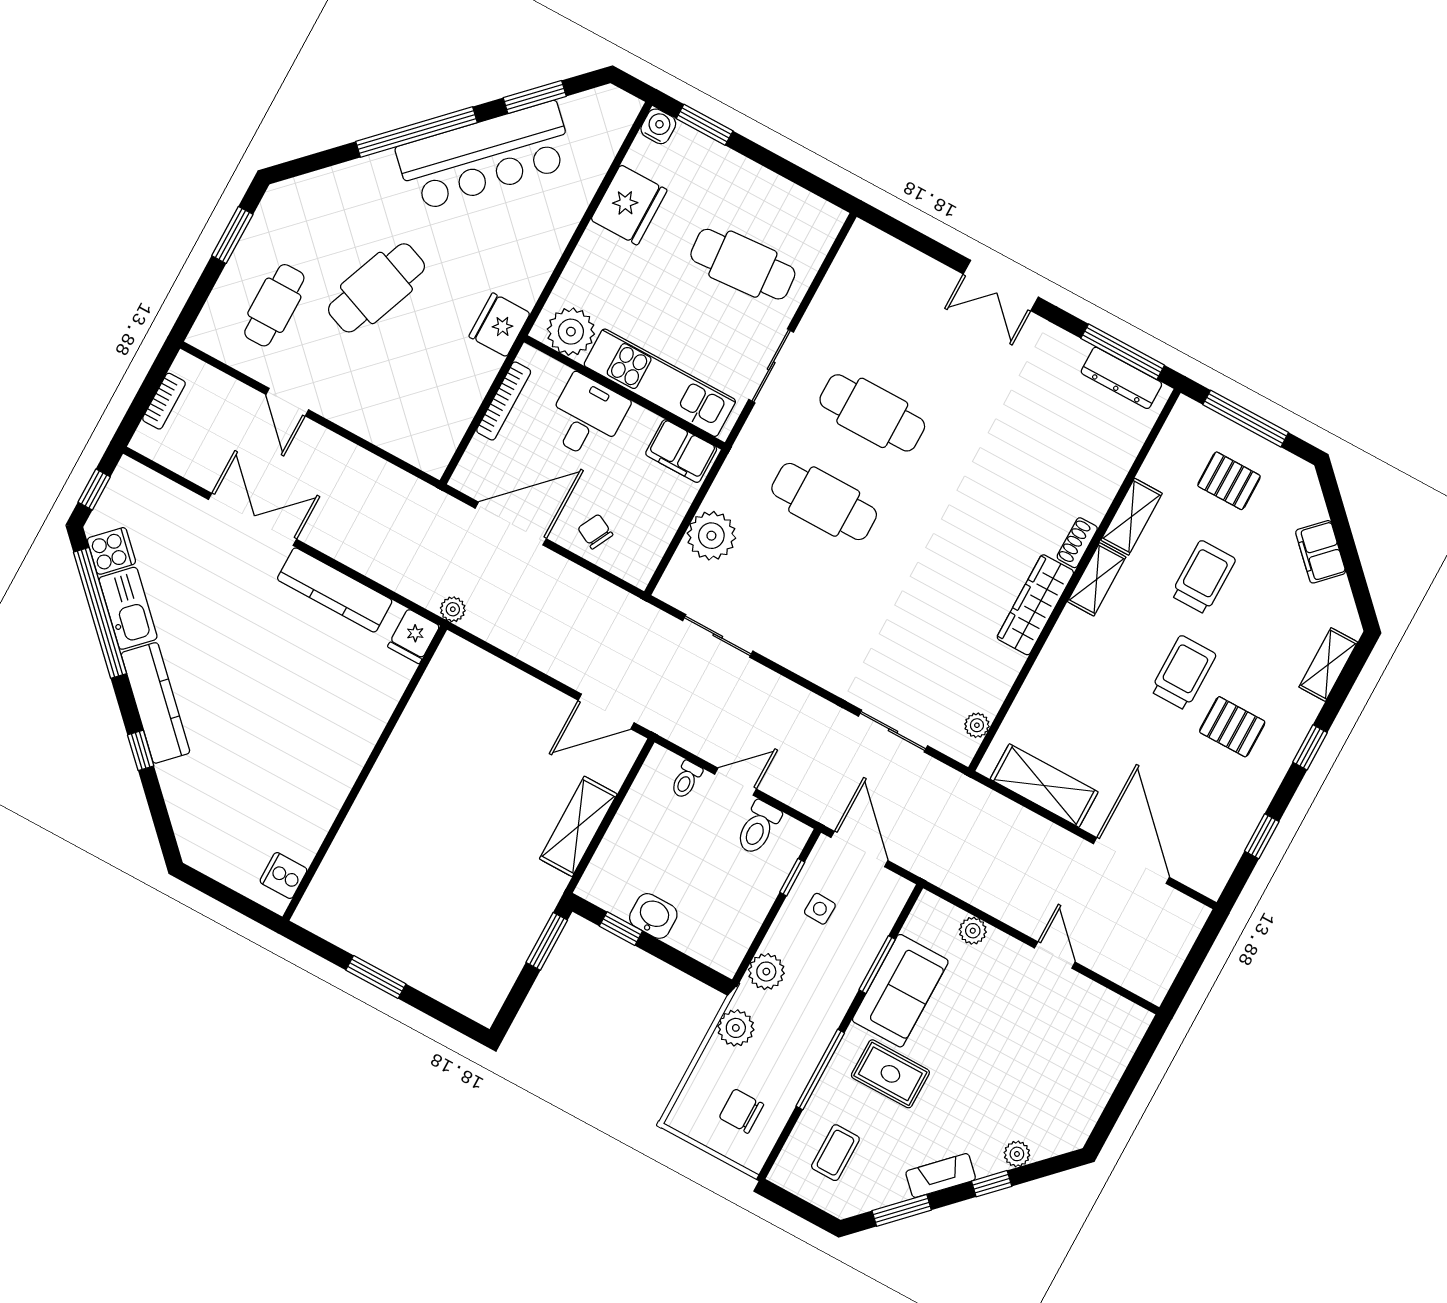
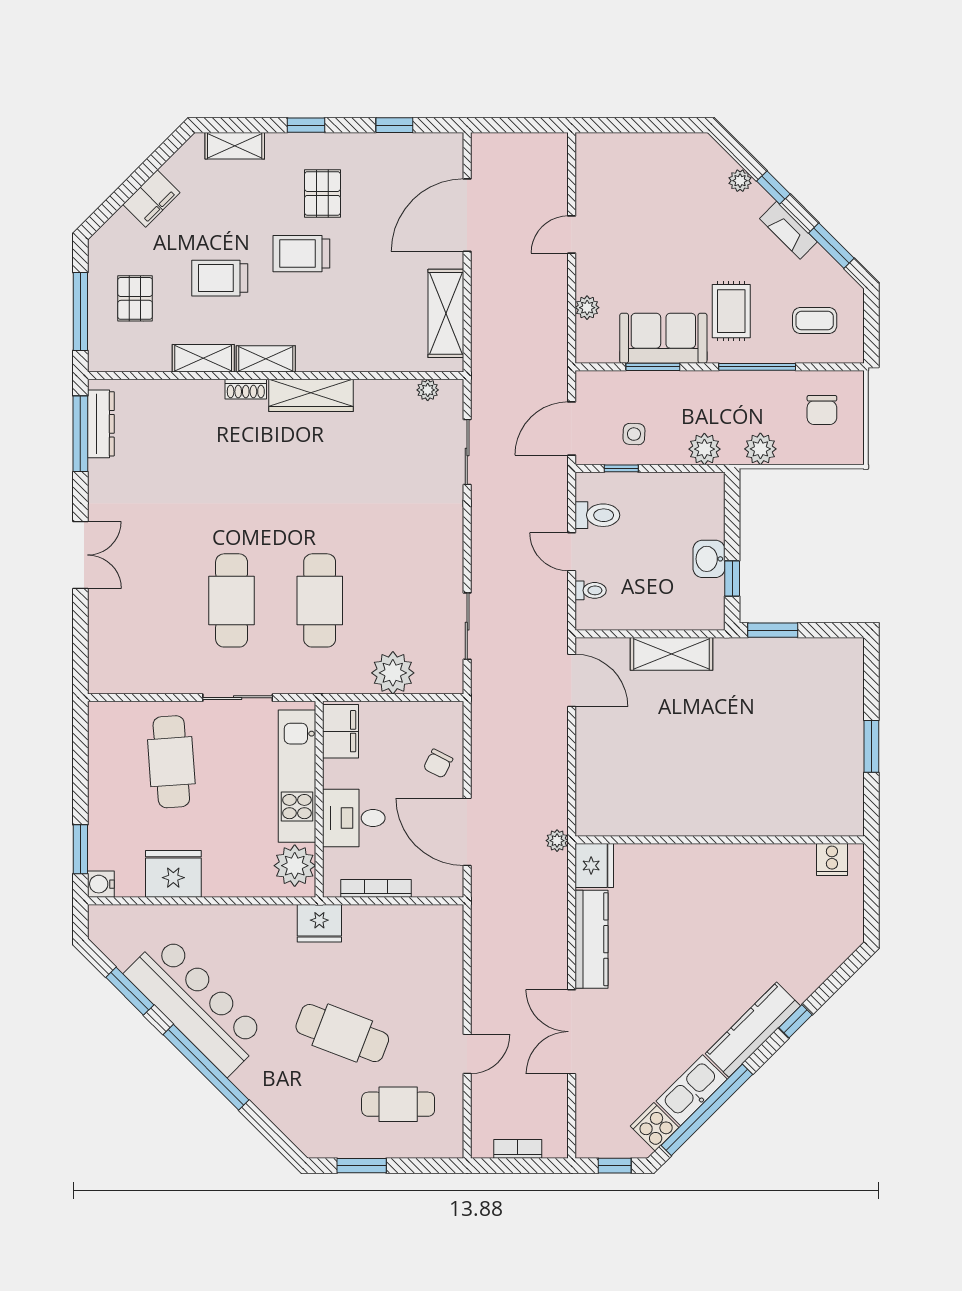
fridge: (414, 636) -> (594, 866), width x1.38

